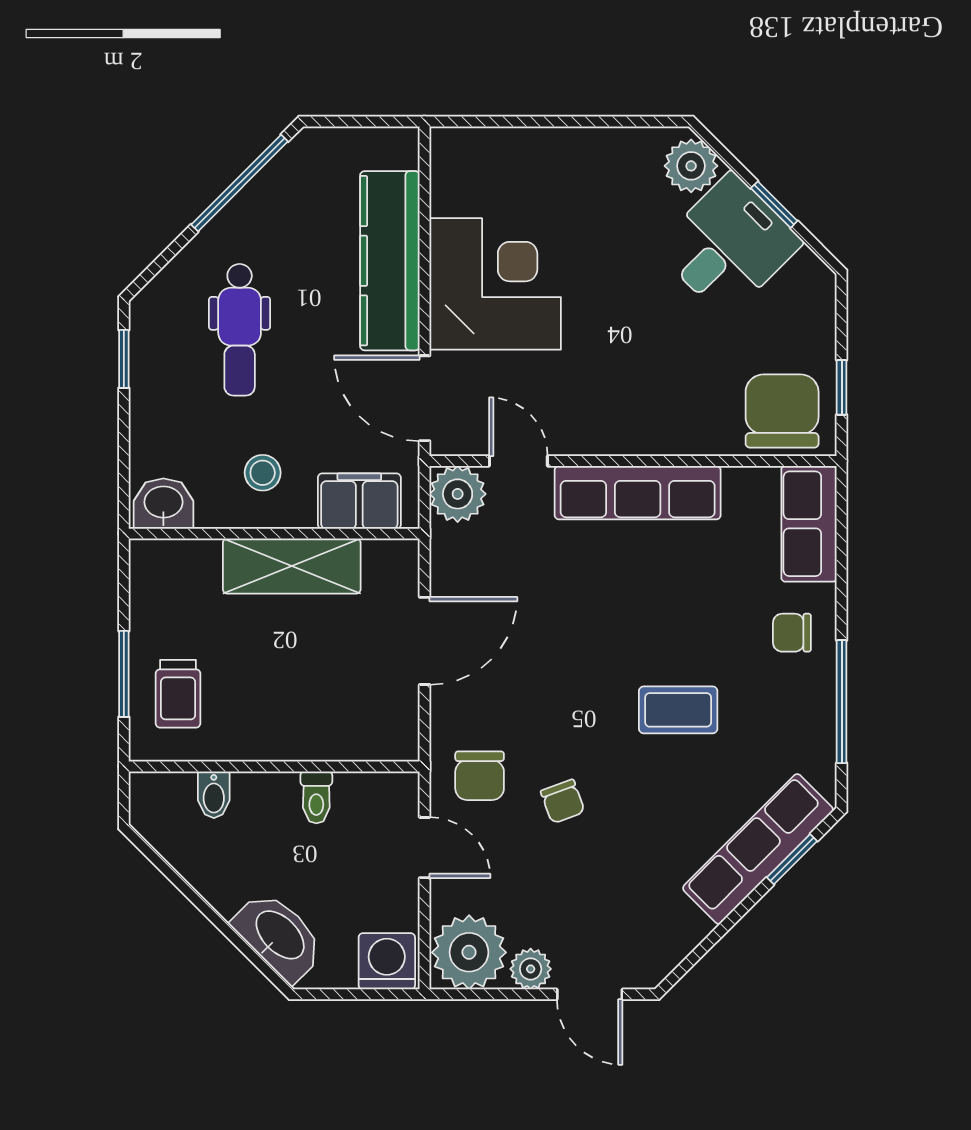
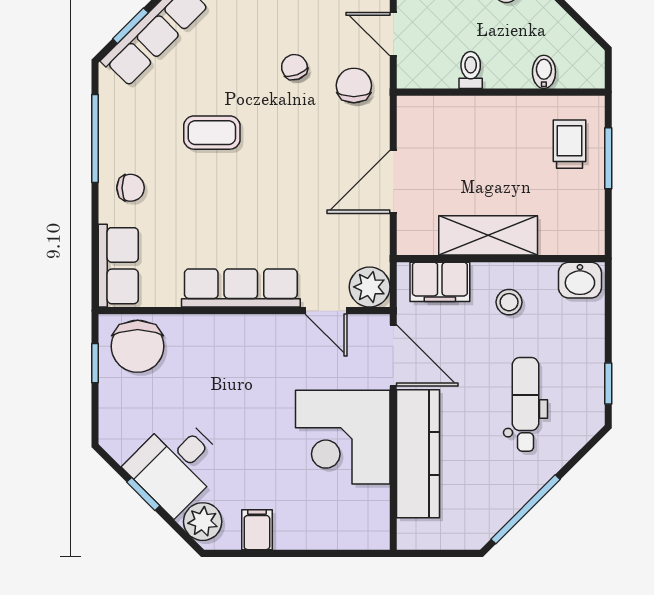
filing cabinet: (615, 154) -> (257, 530), added

